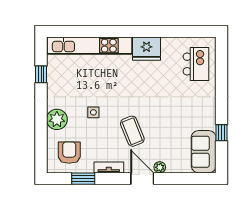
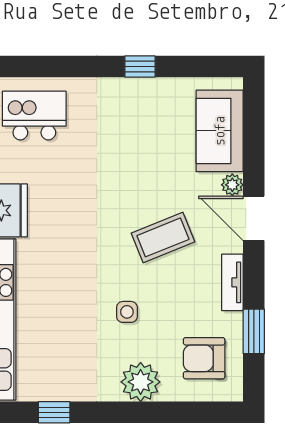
window: (222, 133) -> (140, 67), moved
sofa: (204, 152) -> (220, 131), moved, turned 90
door: (142, 179) -> (254, 218), hinge flipped

